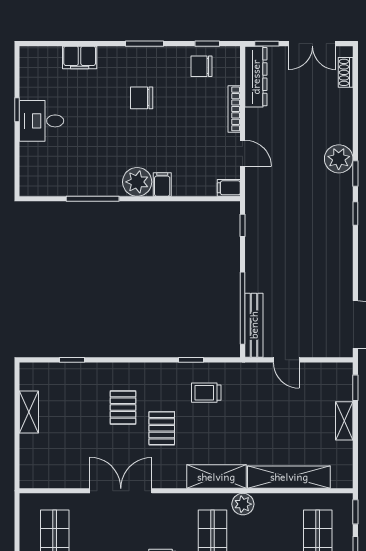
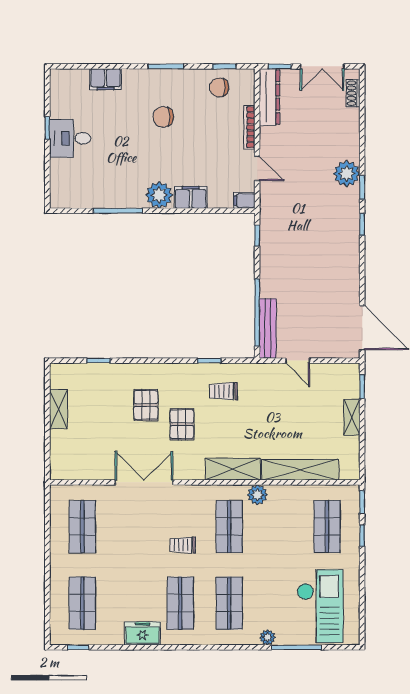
filing cabinet: (162, 184) -> (191, 197), width x2.00

